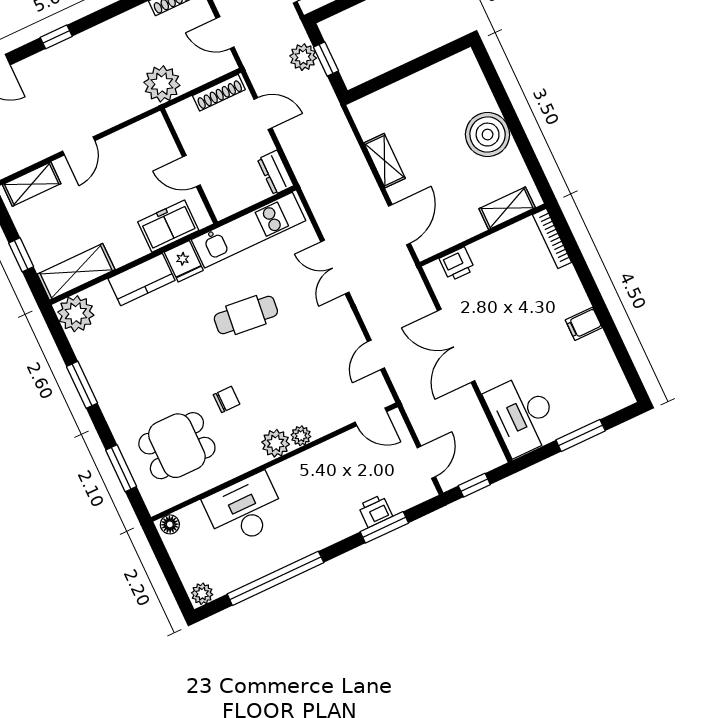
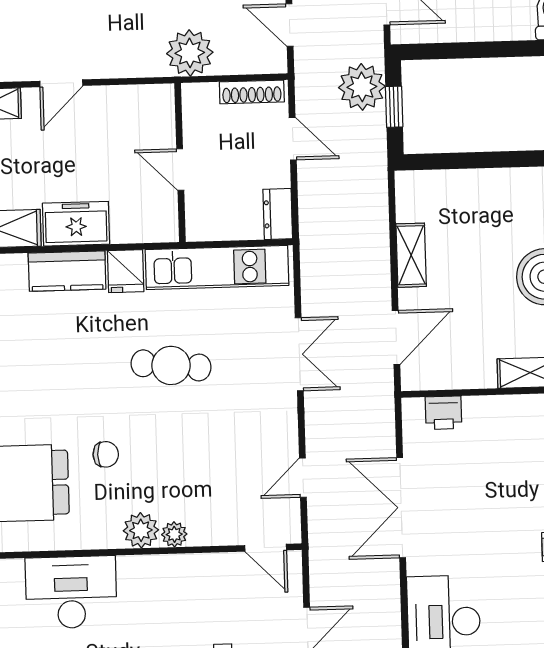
plant: (303, 57) -> (362, 87), width x1.36, depth x1.36
freezer: (168, 226) -> (76, 224), moved
double door: (335, 267) -> (299, 354), swing flipped

